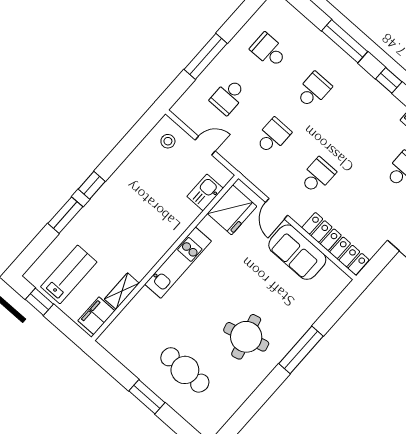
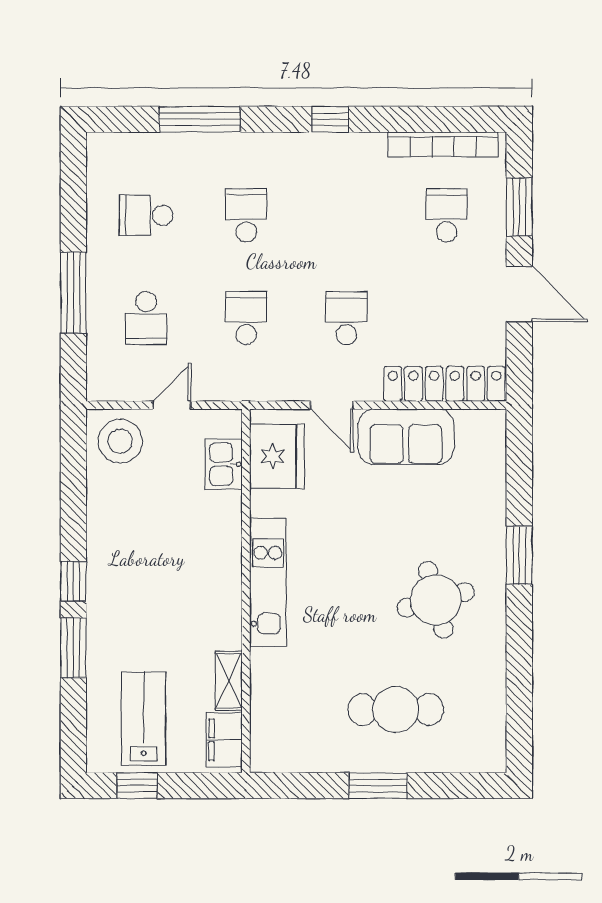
window: (345, 41) -> (200, 119), moved
stool: (168, 141) -> (120, 441), width x1.89, depth x1.89
window: (301, 350) -> (519, 555), width x0.69

